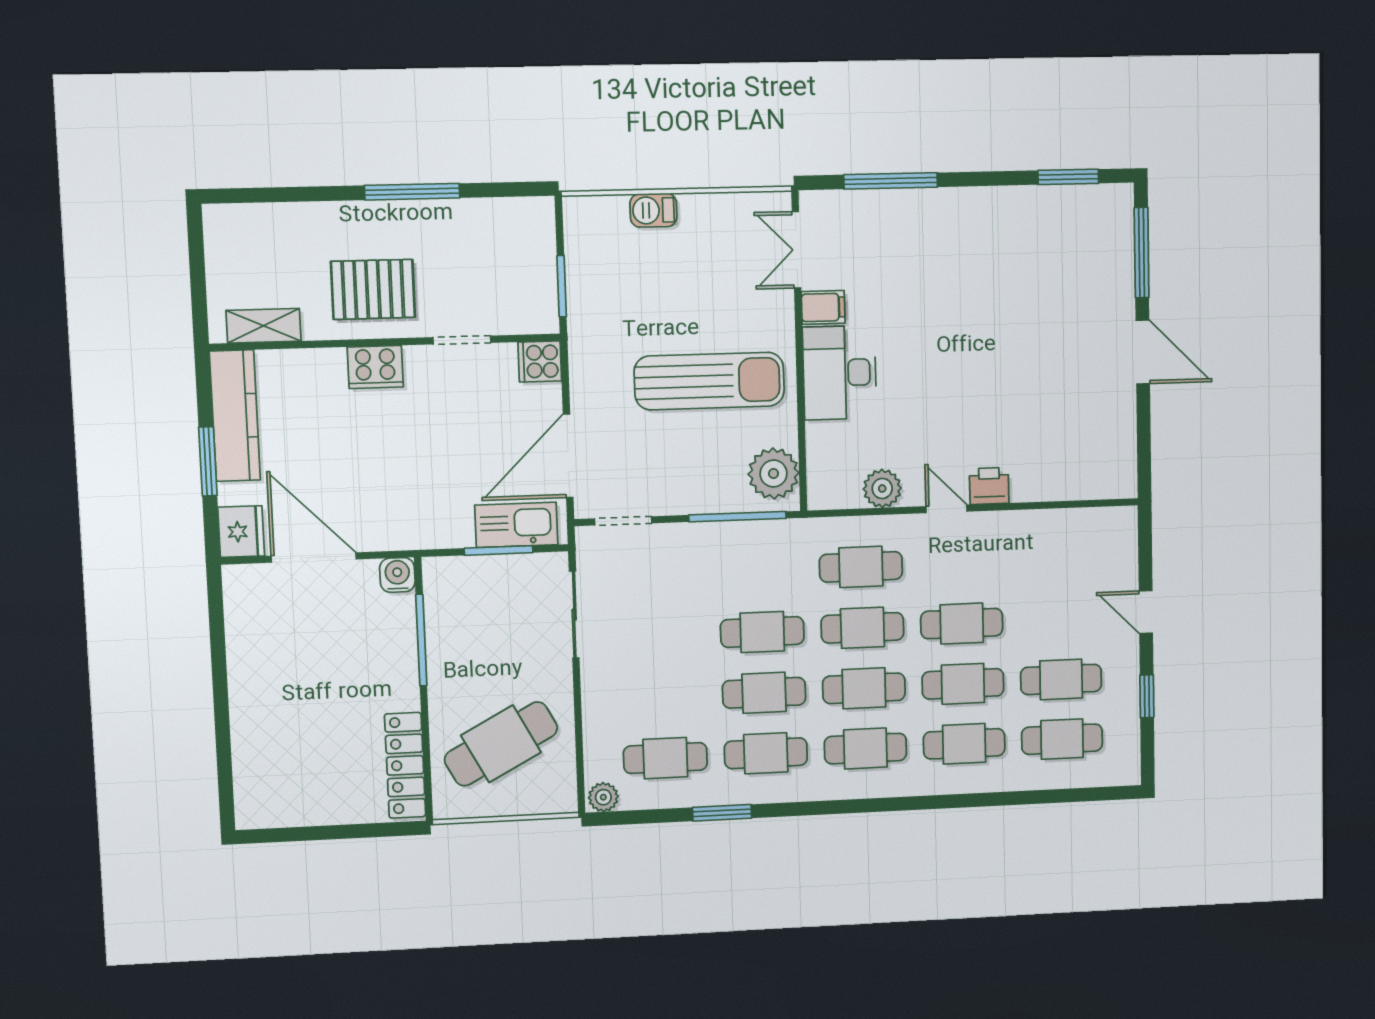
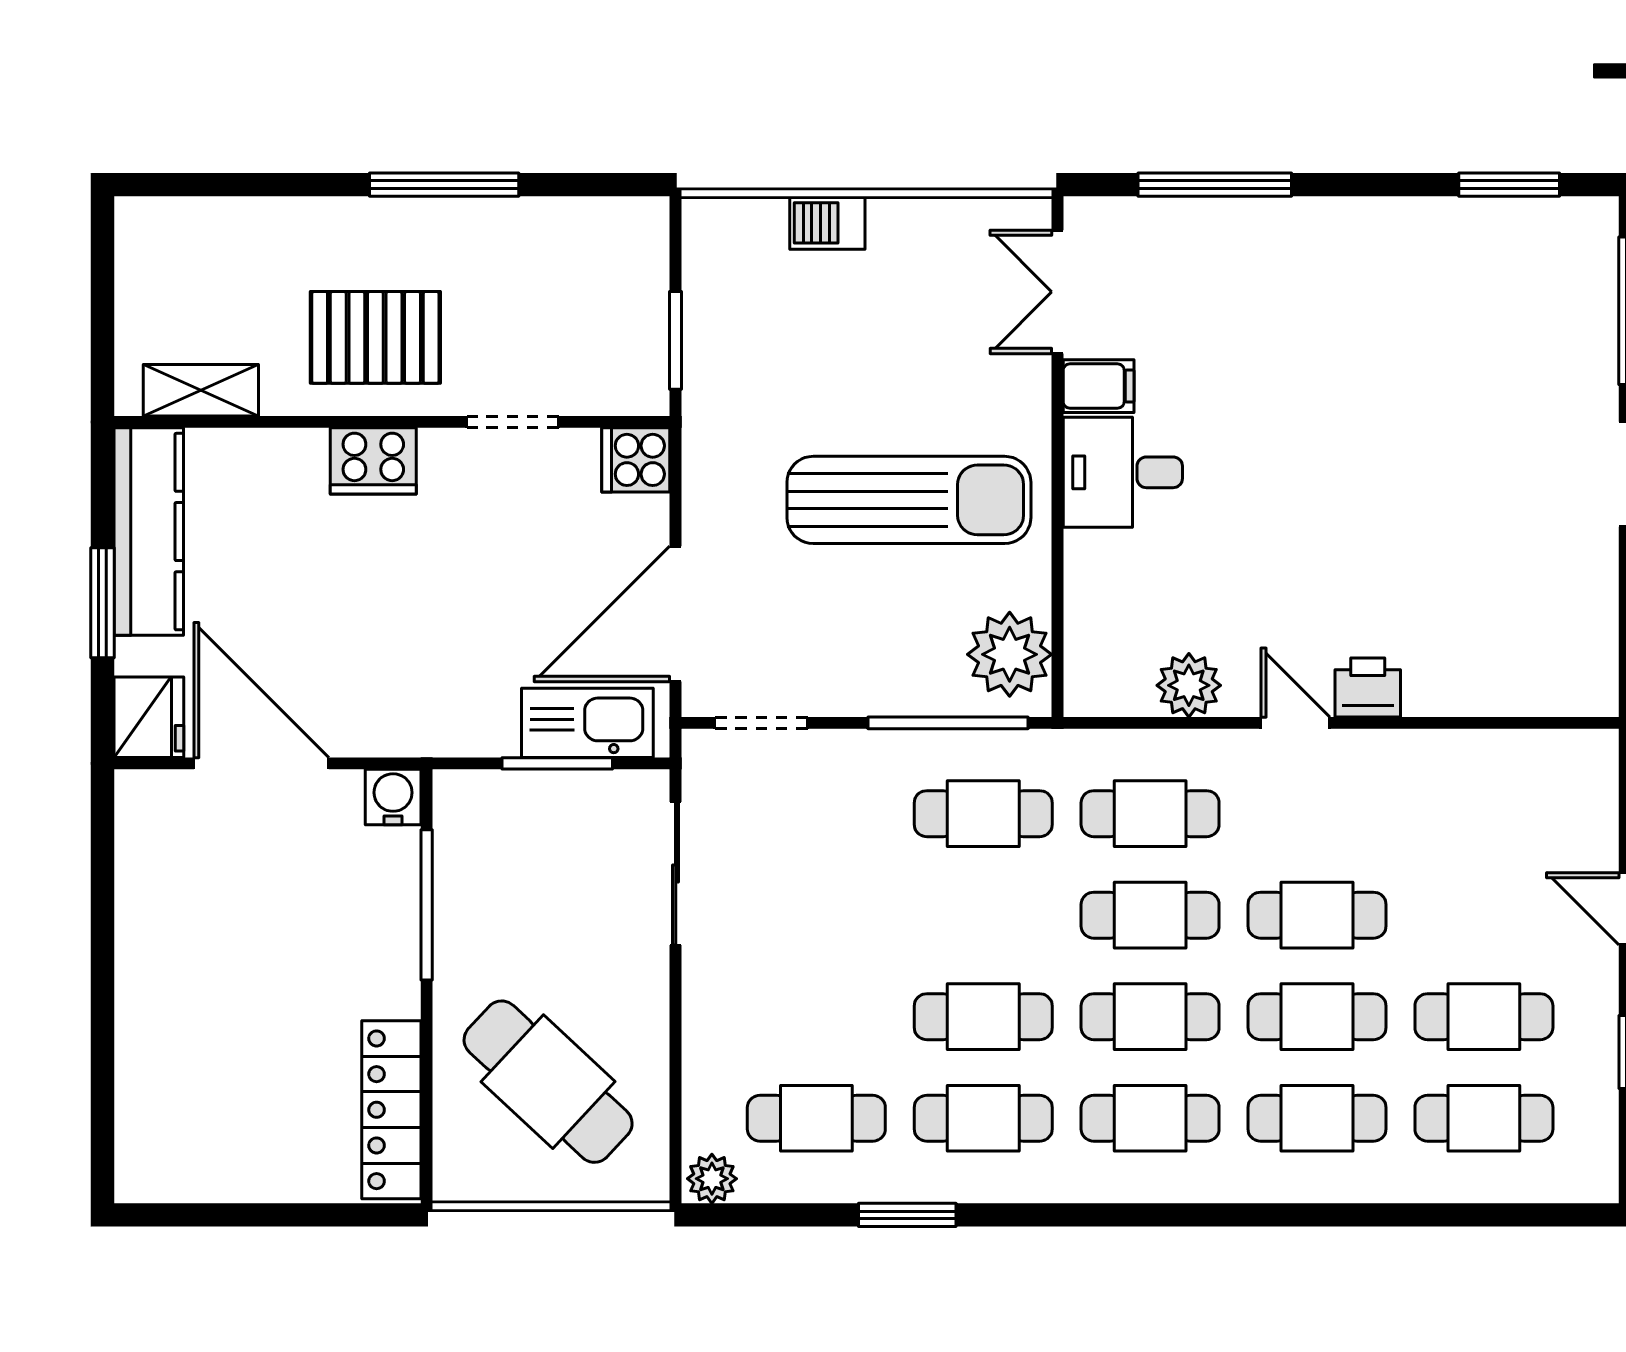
desk: (840, 373) -> (1123, 472), width x0.73
cafe table: (762, 632) -> (983, 814), moved
cafe table: (501, 744) -> (548, 1082), turned 71

